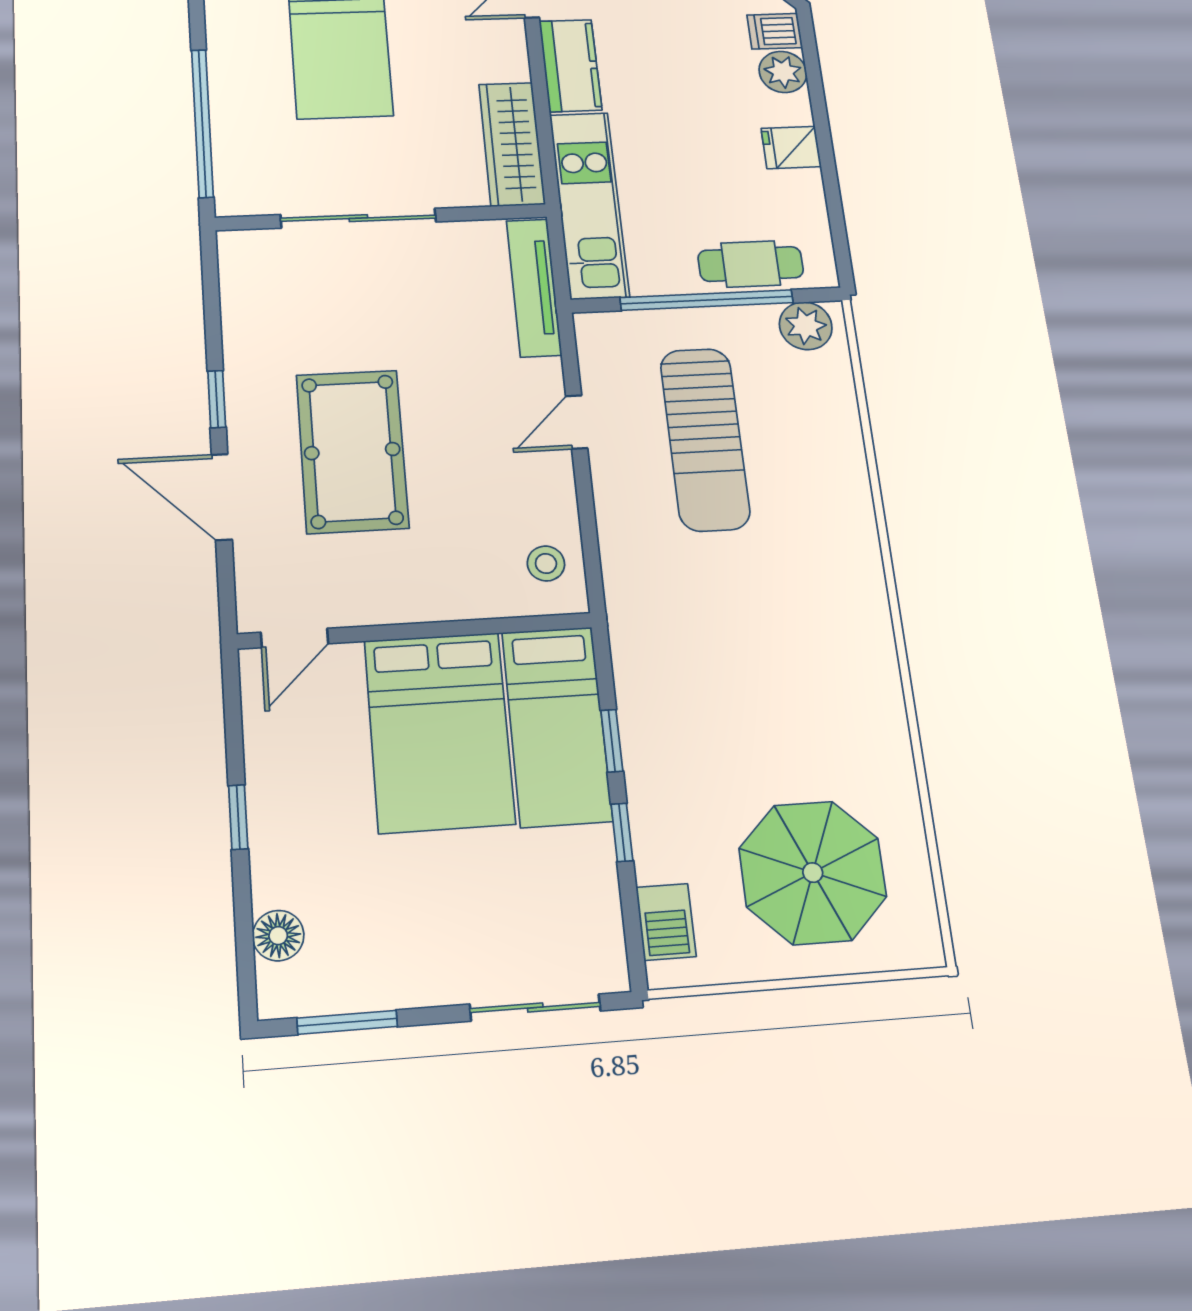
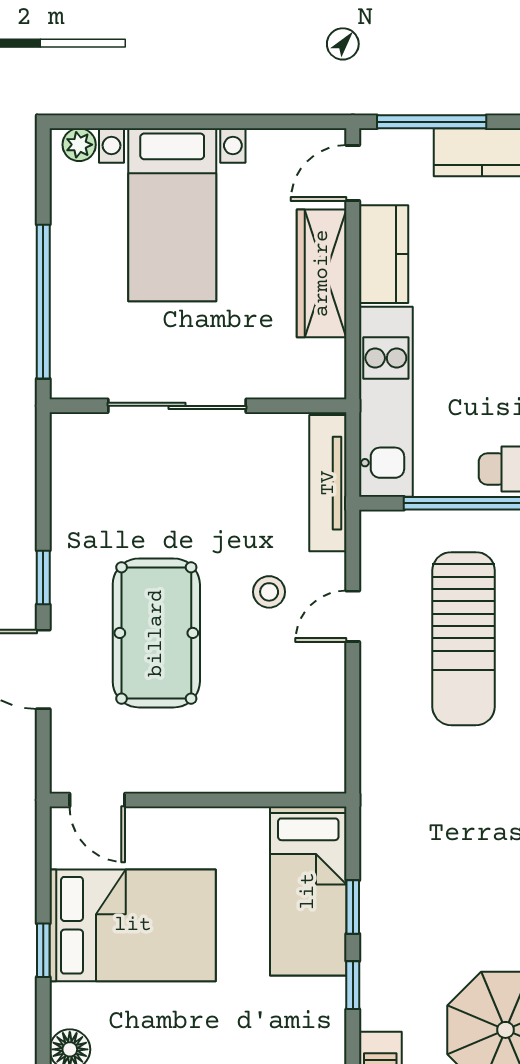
wardrobe: (512, 144) -> (322, 273), moved
stool: (546, 563) -> (269, 592), moved
door: (295, 638) -> (97, 800), hinge flipped
bed: (439, 732) -> (133, 925), moved, turned -90

